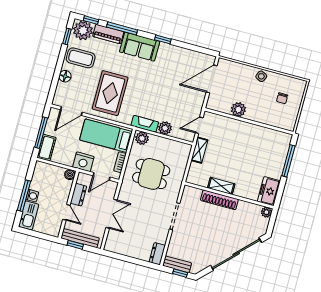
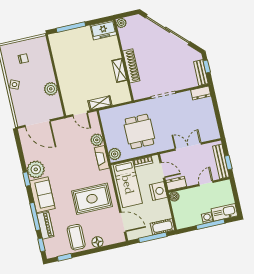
plant: (83, 31) -> (36, 169), moved
dresser: (78, 195) -> (176, 183), moved

